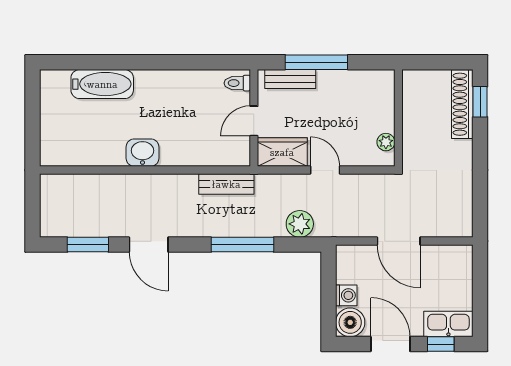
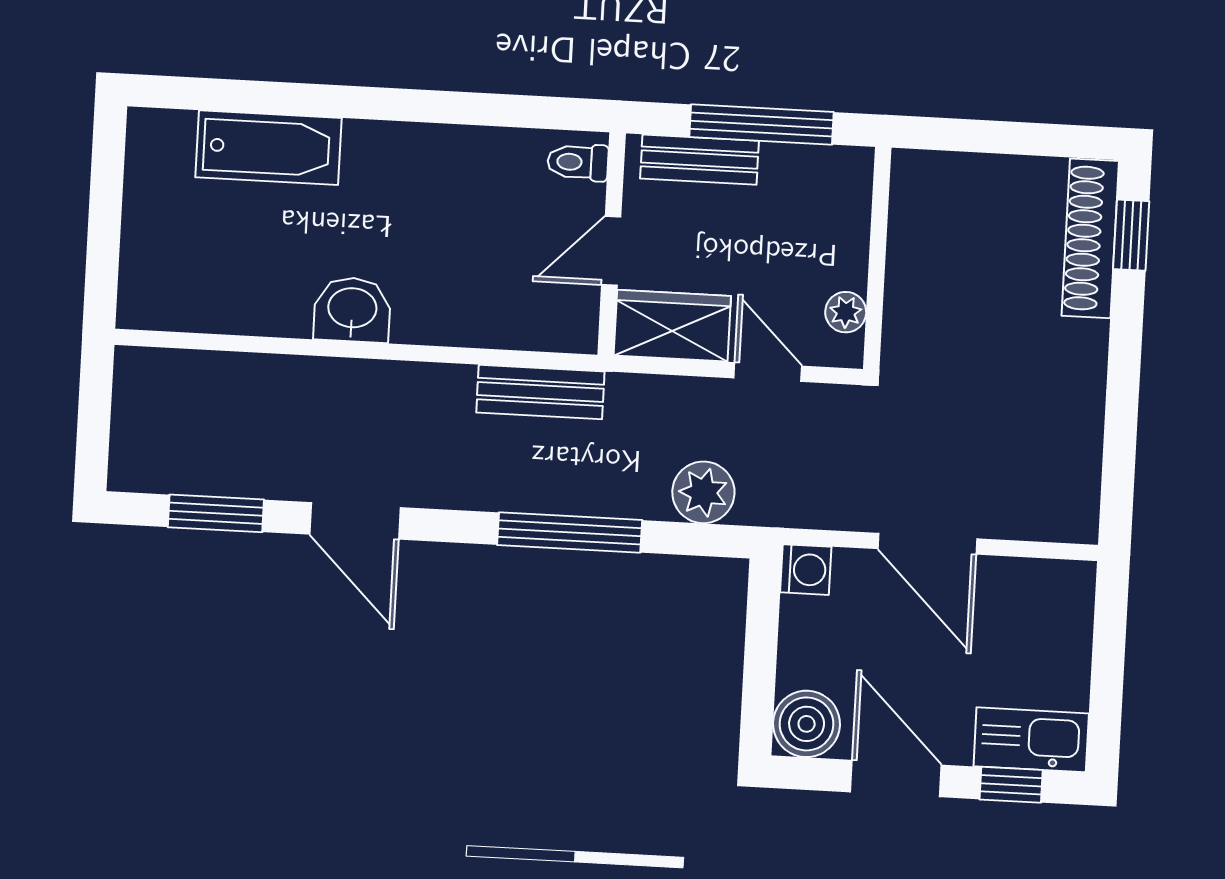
wall: (398, 118) -> (877, 258), moved
plant: (386, 142) -> (846, 312), moved
washing machine: (346, 295) -> (806, 570), moved

